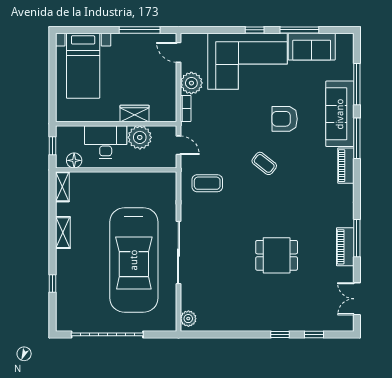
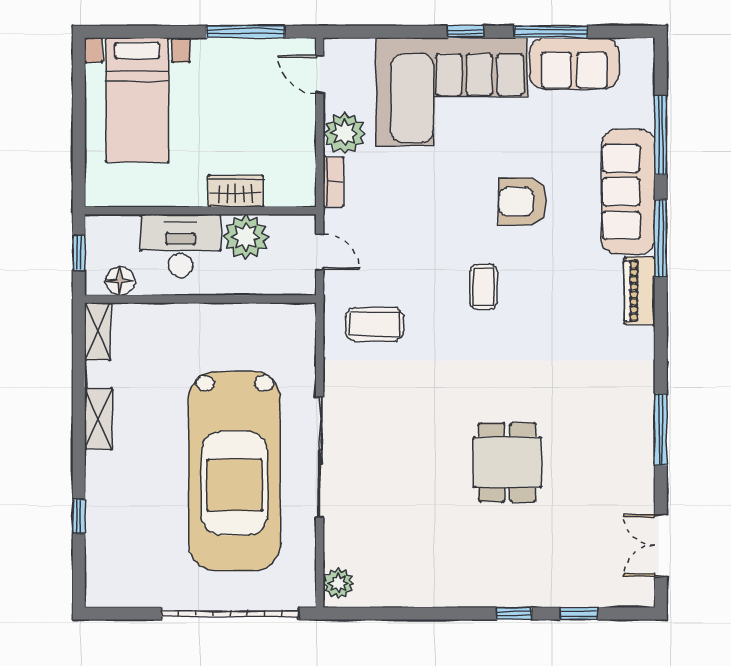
coffee table: (264, 163) -> (484, 287), turned 52
piano: (345, 247) -> (638, 446), removed
dining table: (277, 255) -> (507, 462), turned 90
garage door: (107, 334) -> (230, 614), moved

